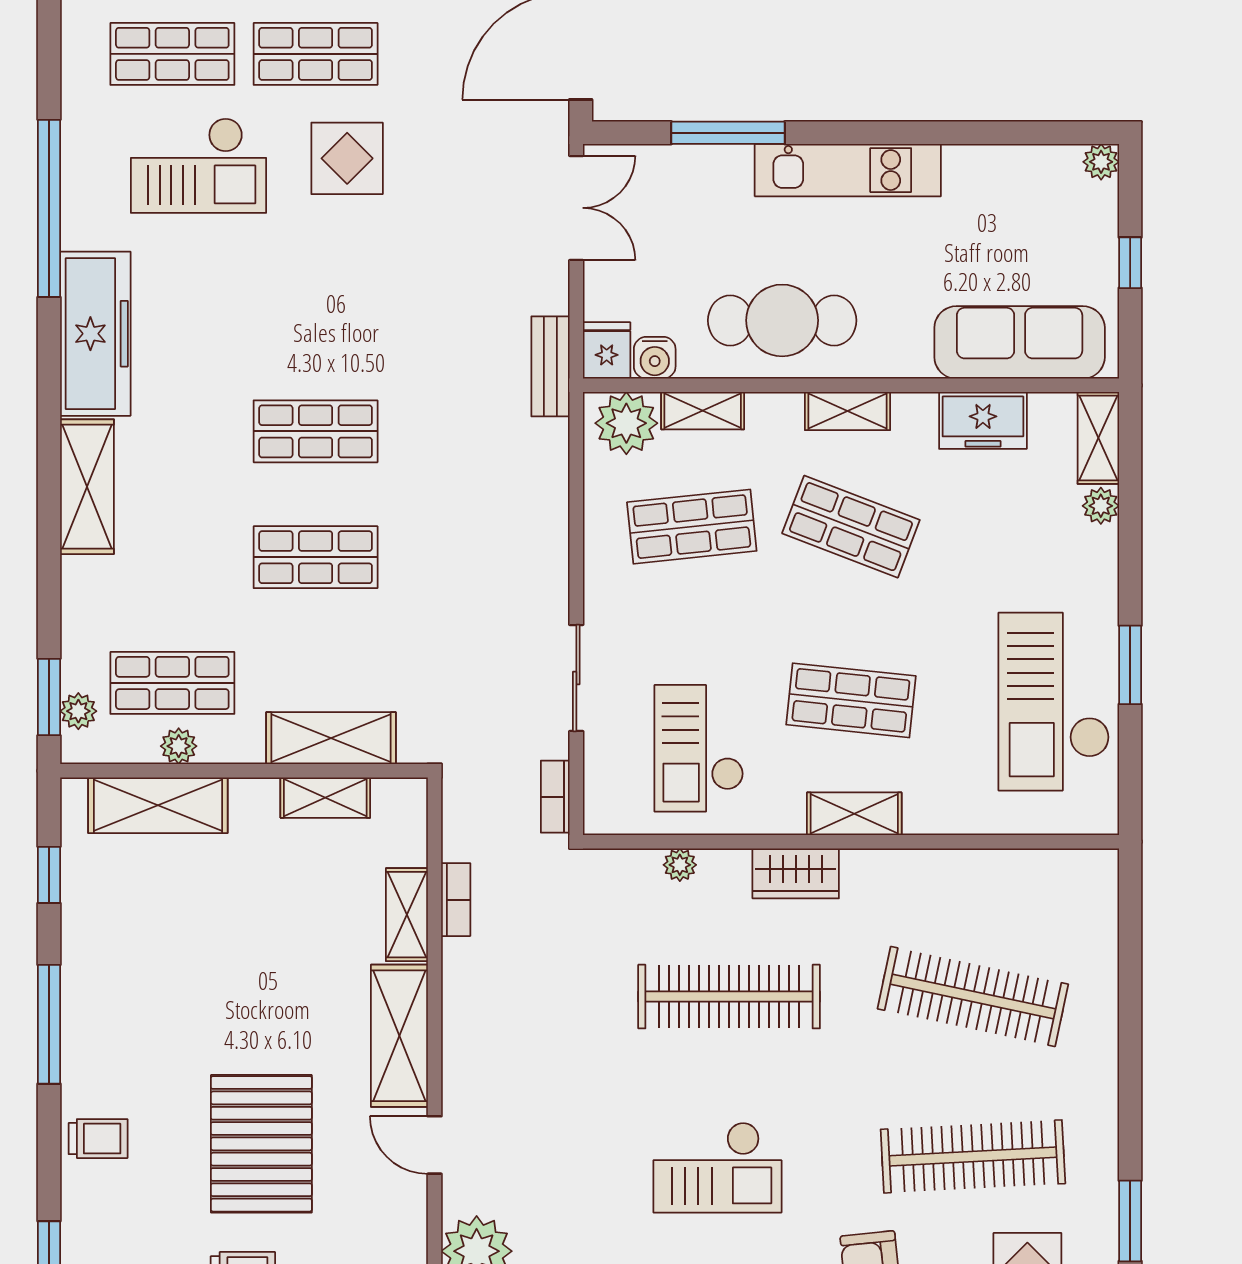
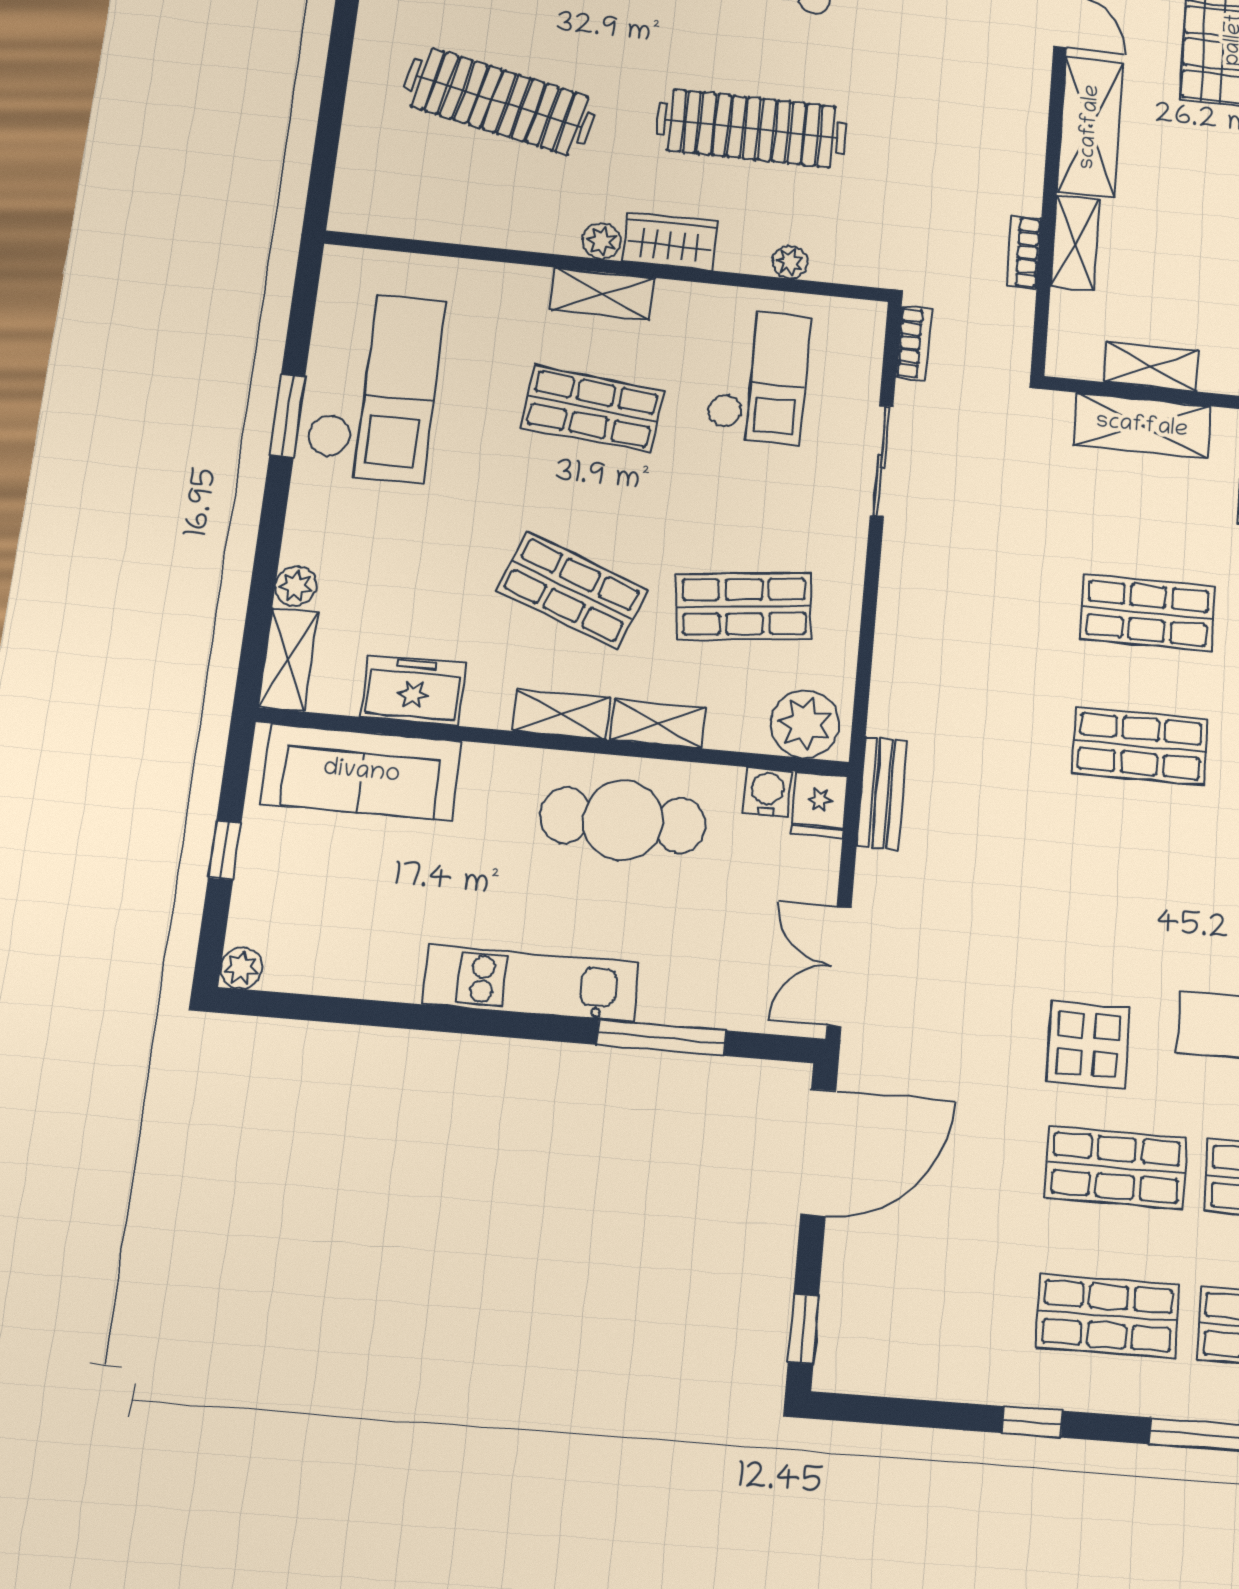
shelving: (703, 411) -> (658, 724), moved
plant: (860, 866) -> (602, 241), added

